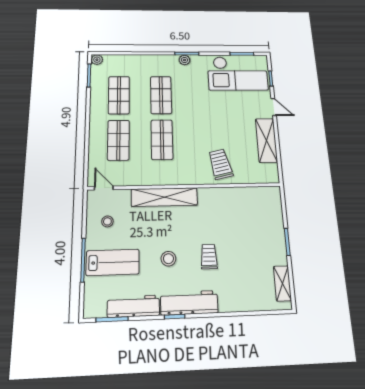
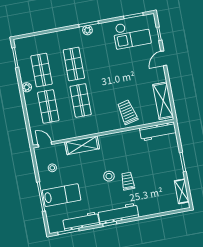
plant: (97, 60) -> (27, 87), moved
checkout: (238, 73) -> (132, 34), width x0.73, depth x0.83
door: (274, 107) -> (164, 58), swing flipped
shelving: (266, 140) -> (163, 101), moved
workbench: (258, 195) -> (158, 131), added
shelving: (164, 197) -> (82, 145), width x0.68
stool: (168, 259) -> (109, 176), moved

